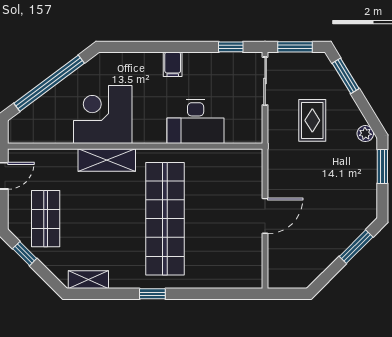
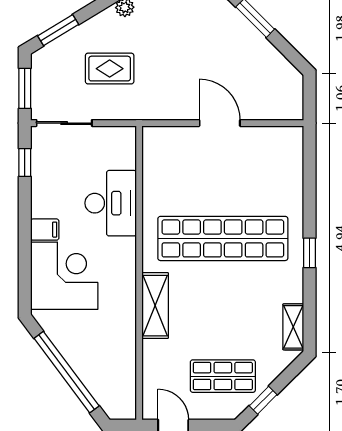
corner desk: (103, 115) -> (64, 276), moved, turned 180

